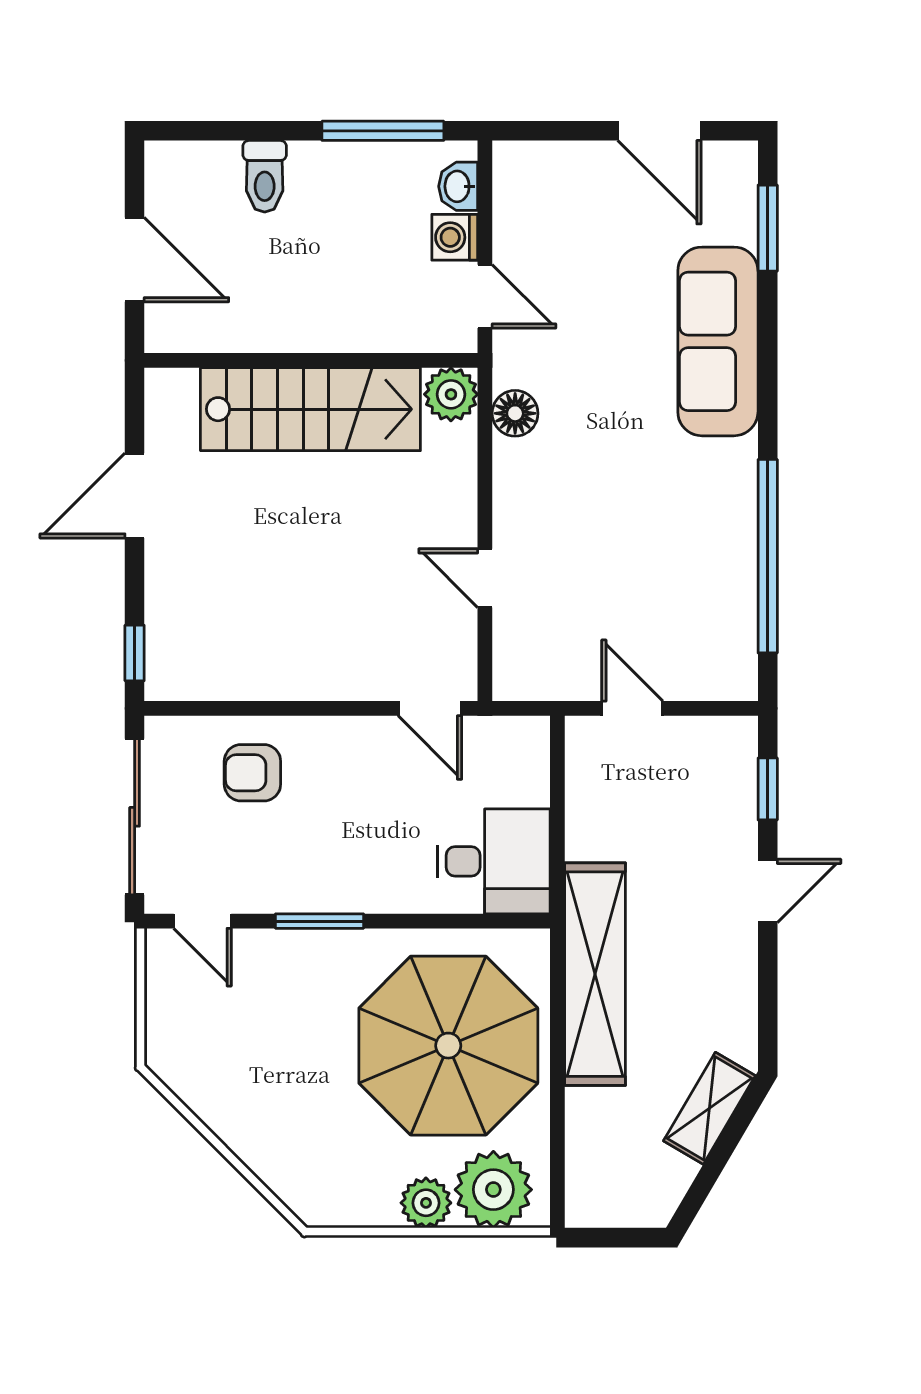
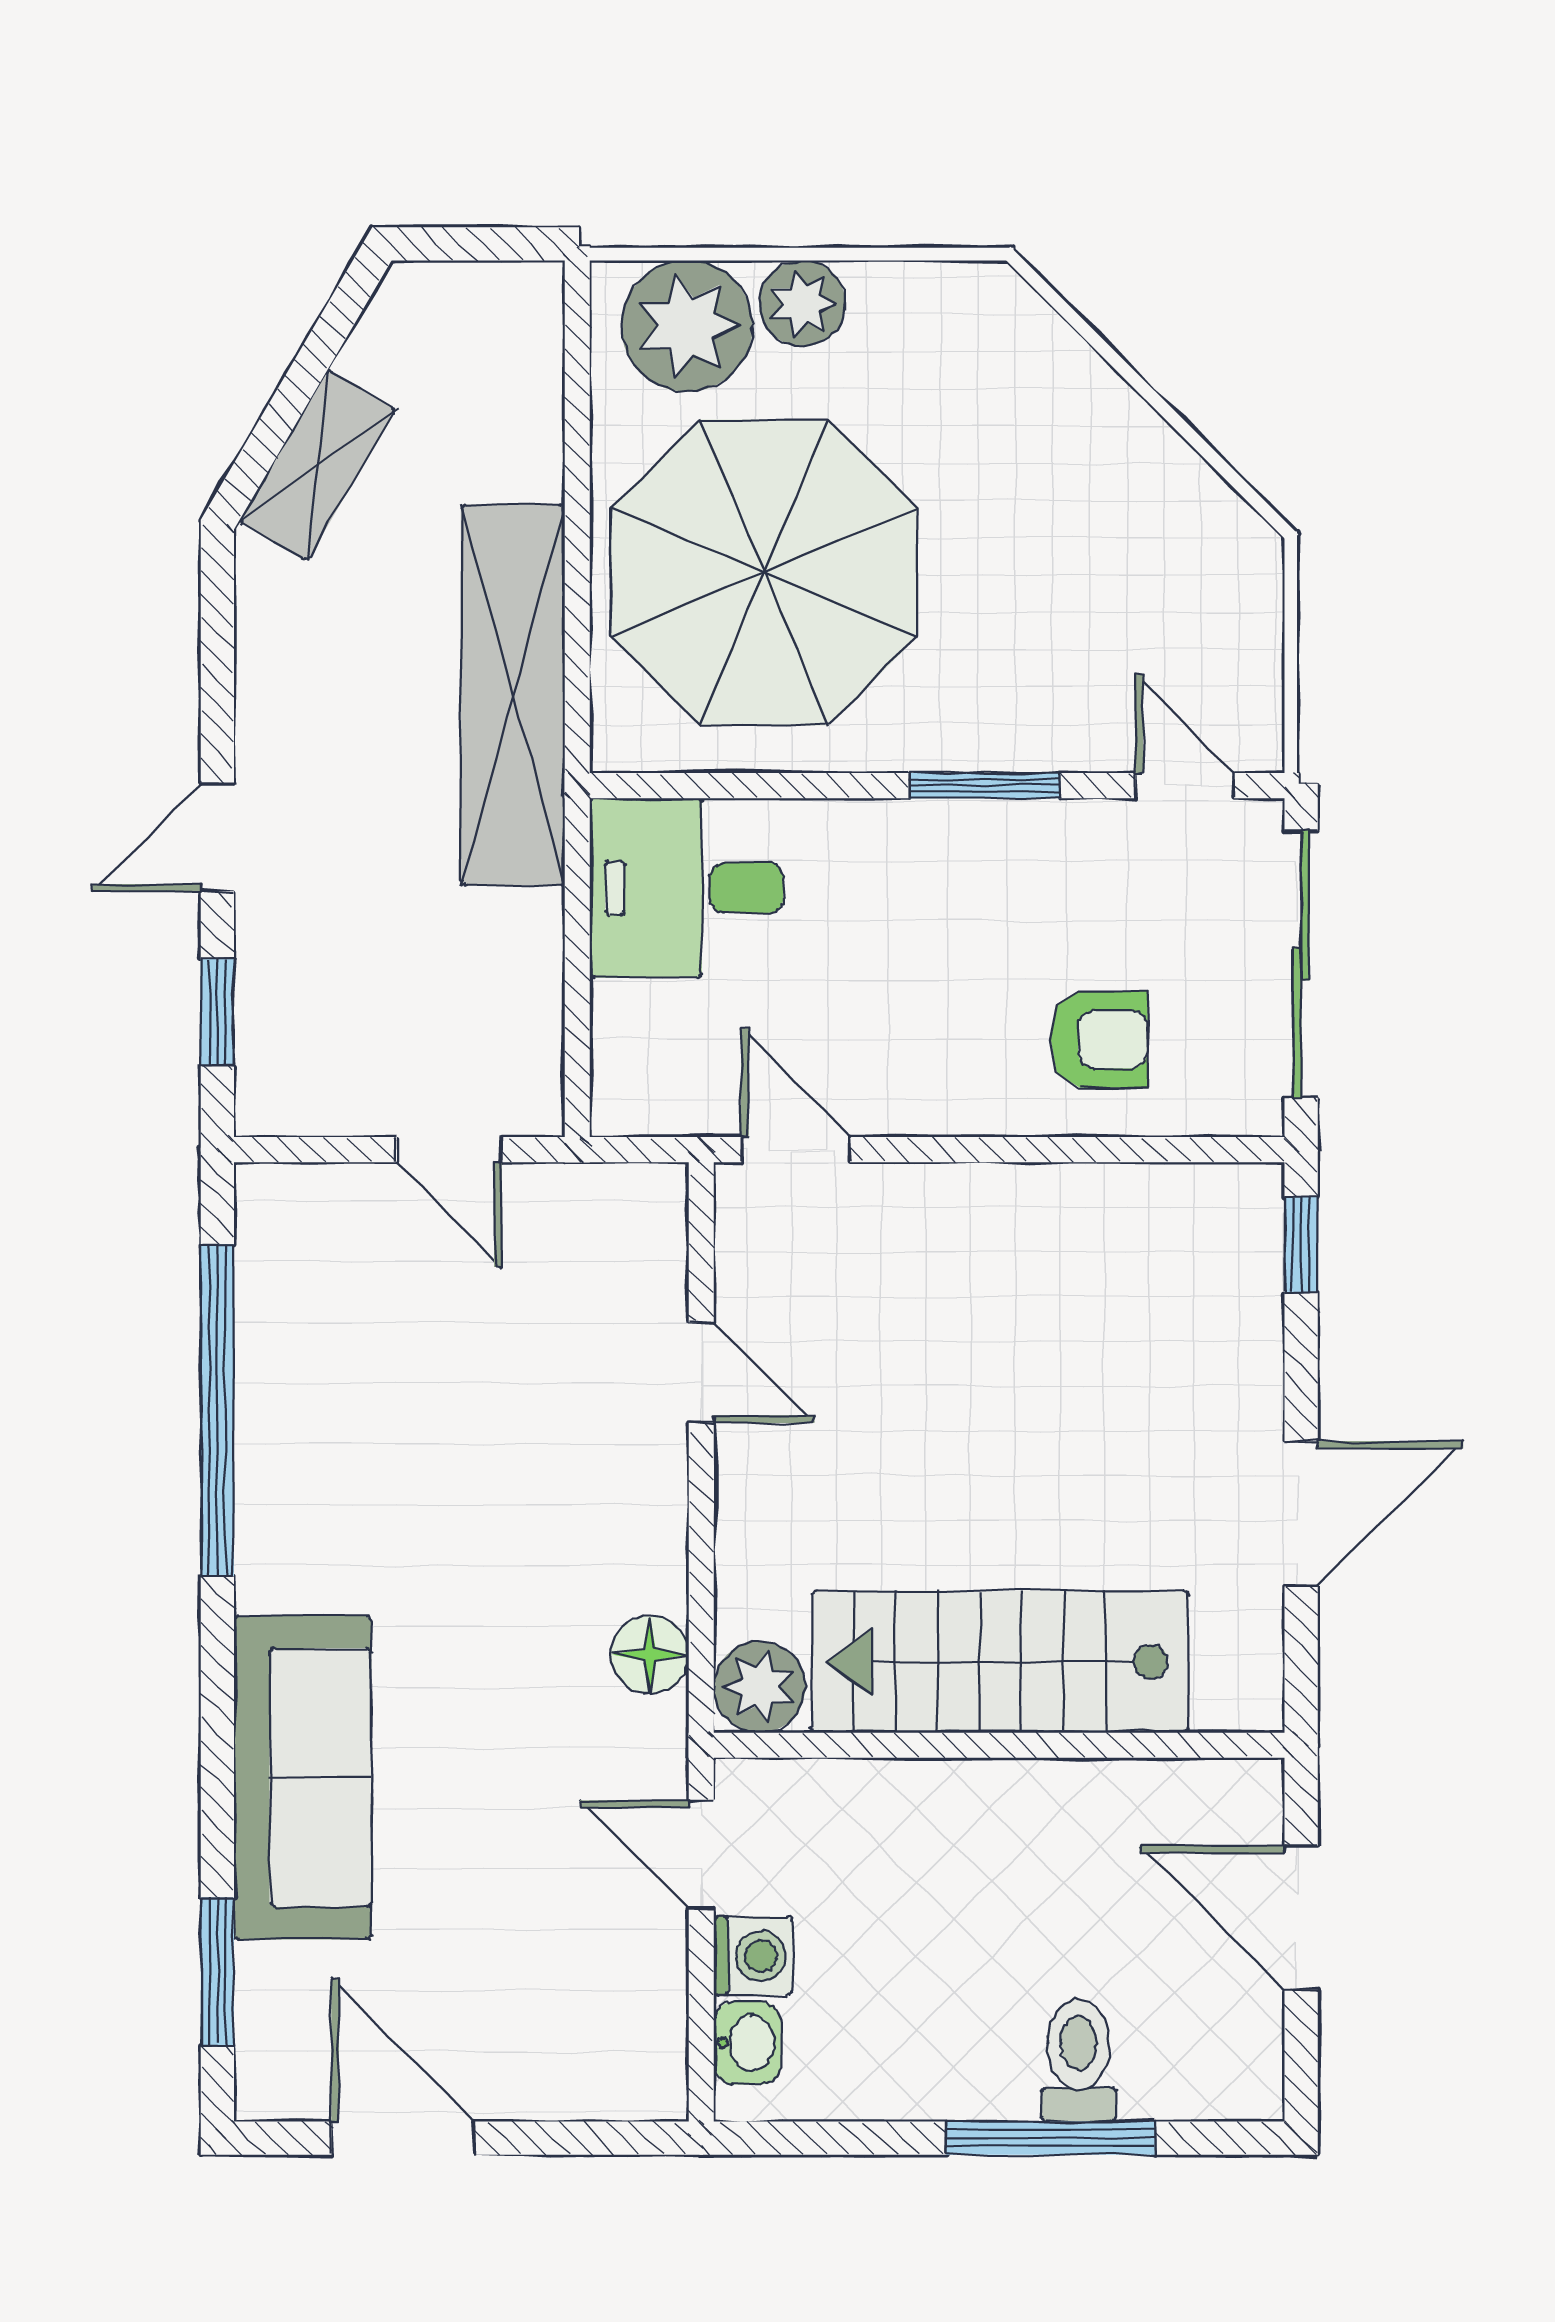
window: (383, 131) -> (1050, 2138), moved

